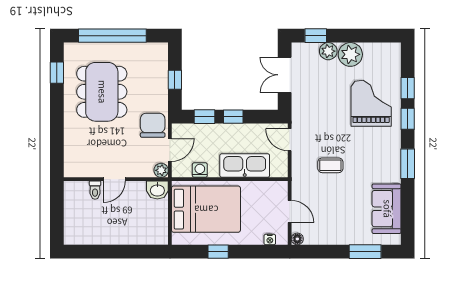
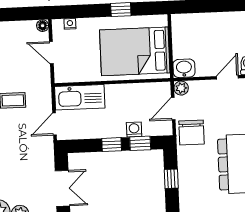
door: (290, 140) -> (54, 124), swing flipped
kitchen sink: (245, 166) -> (80, 97), moved
washing machine: (200, 170) -> (134, 129), moved, turned 180

